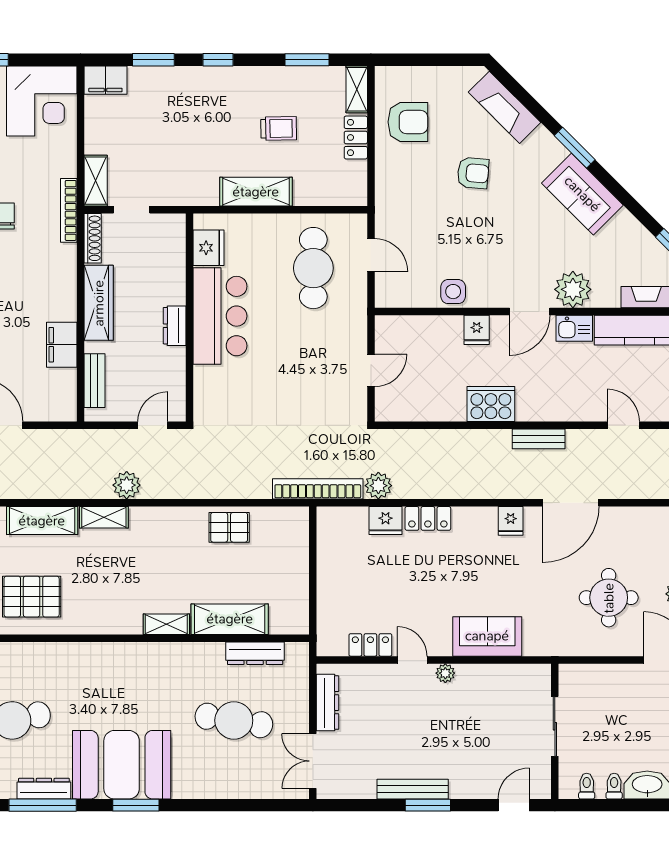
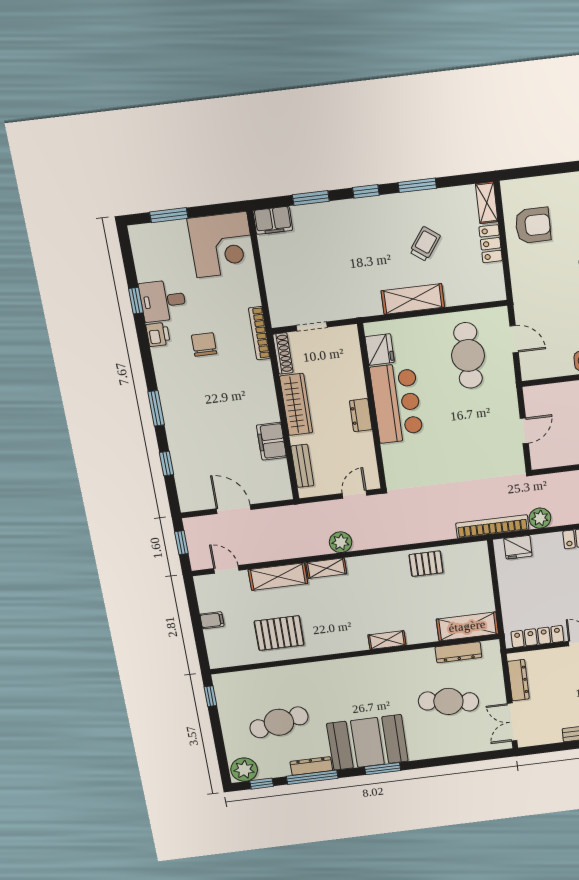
window: (307, 60) -> (417, 185), moved
trolley: (279, 128) -> (425, 244), turned -53
shelving: (96, 181) -> (278, 306), removed
fridge: (386, 520) -> (518, 547), moved
shelving: (230, 619) -> (467, 626), moved
locker: (370, 645) -> (537, 637), width x1.53

